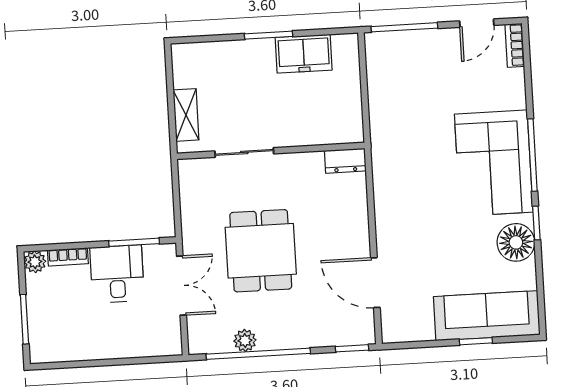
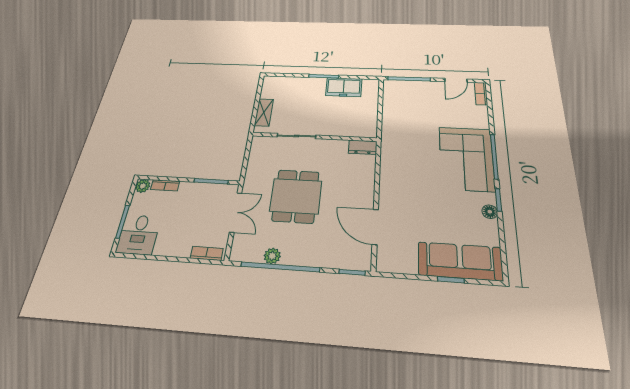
floor lamp: (516, 242) -> (490, 212), width x0.53, depth x0.53
desk: (117, 274) -> (139, 235), moved, turned 180
bookcase: (156, 348) -> (207, 253), added

